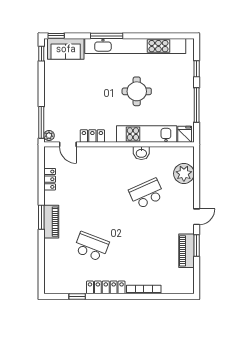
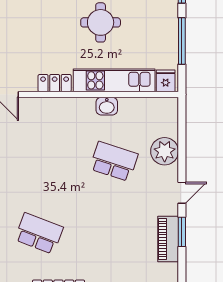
locker: (92, 136) -> (55, 83), moved
plant: (184, 174) -> (165, 151), moved
school desk: (147, 194) -> (114, 161), turned 42

